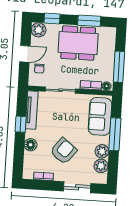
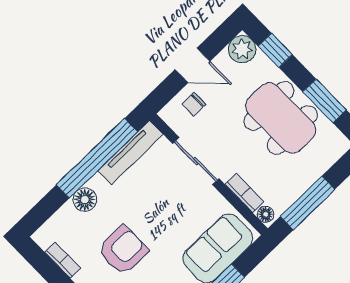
window: (21, 124) -> (97, 158), width x3.17
armchair: (63, 151) -> (123, 250), turned -38

